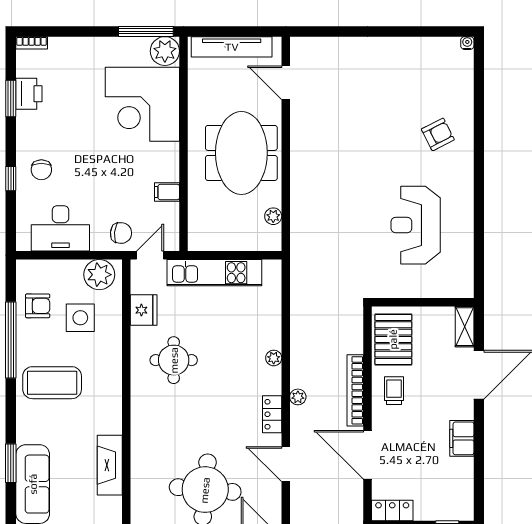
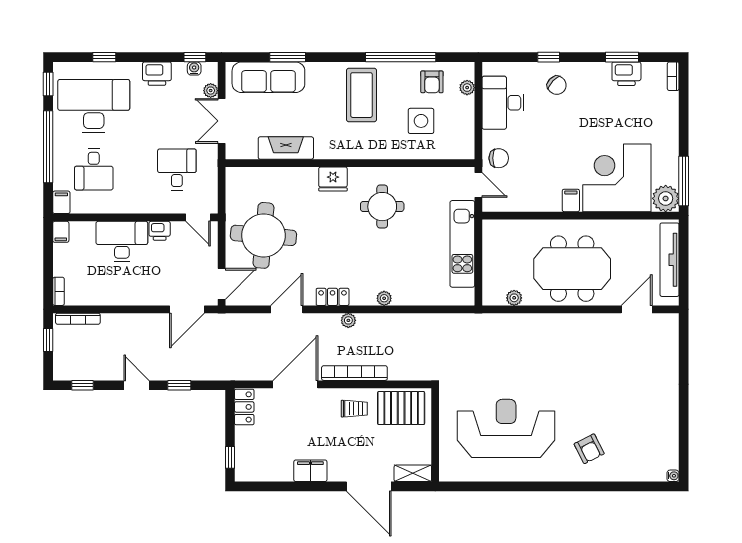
chair: (41, 170) -> (557, 85), turned -136
filing cabinet: (167, 192) -> (571, 200), moved
reception desk: (416, 225) -> (506, 428), width x1.36, depth x1.30
chair: (121, 233) -> (499, 158), turned -96
plant: (99, 275) -> (467, 88), moved, width x0.53, depth x0.53
fridge: (144, 310) -> (333, 179), moved

